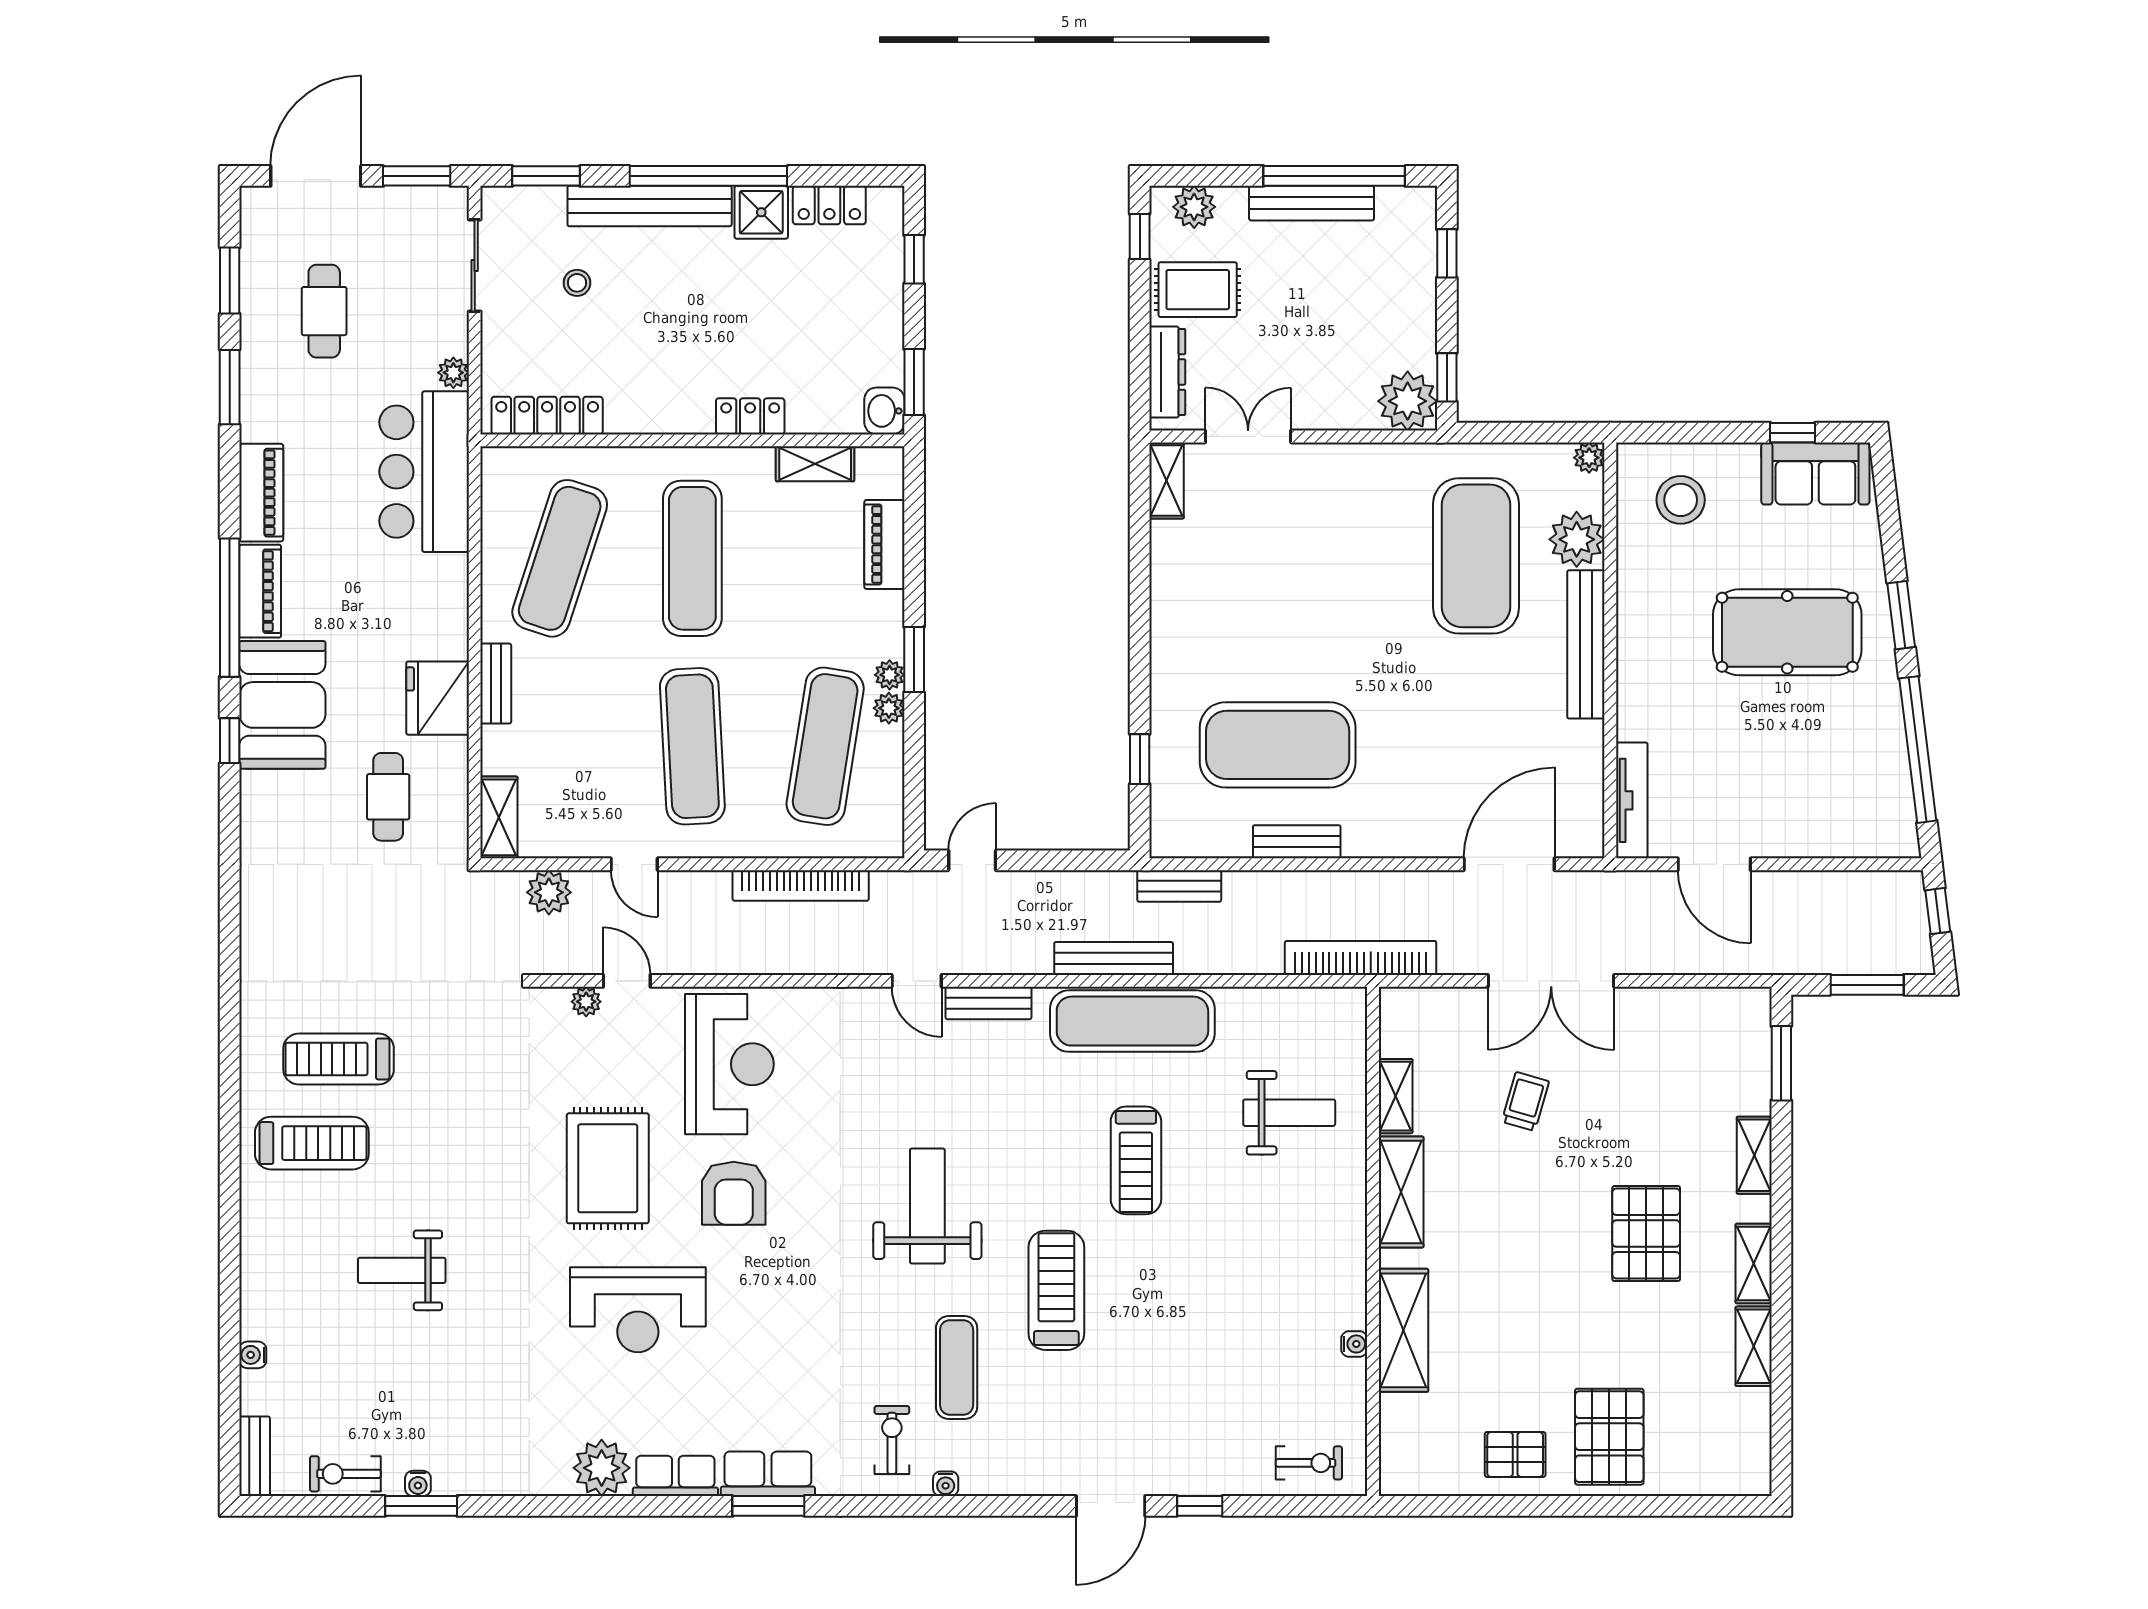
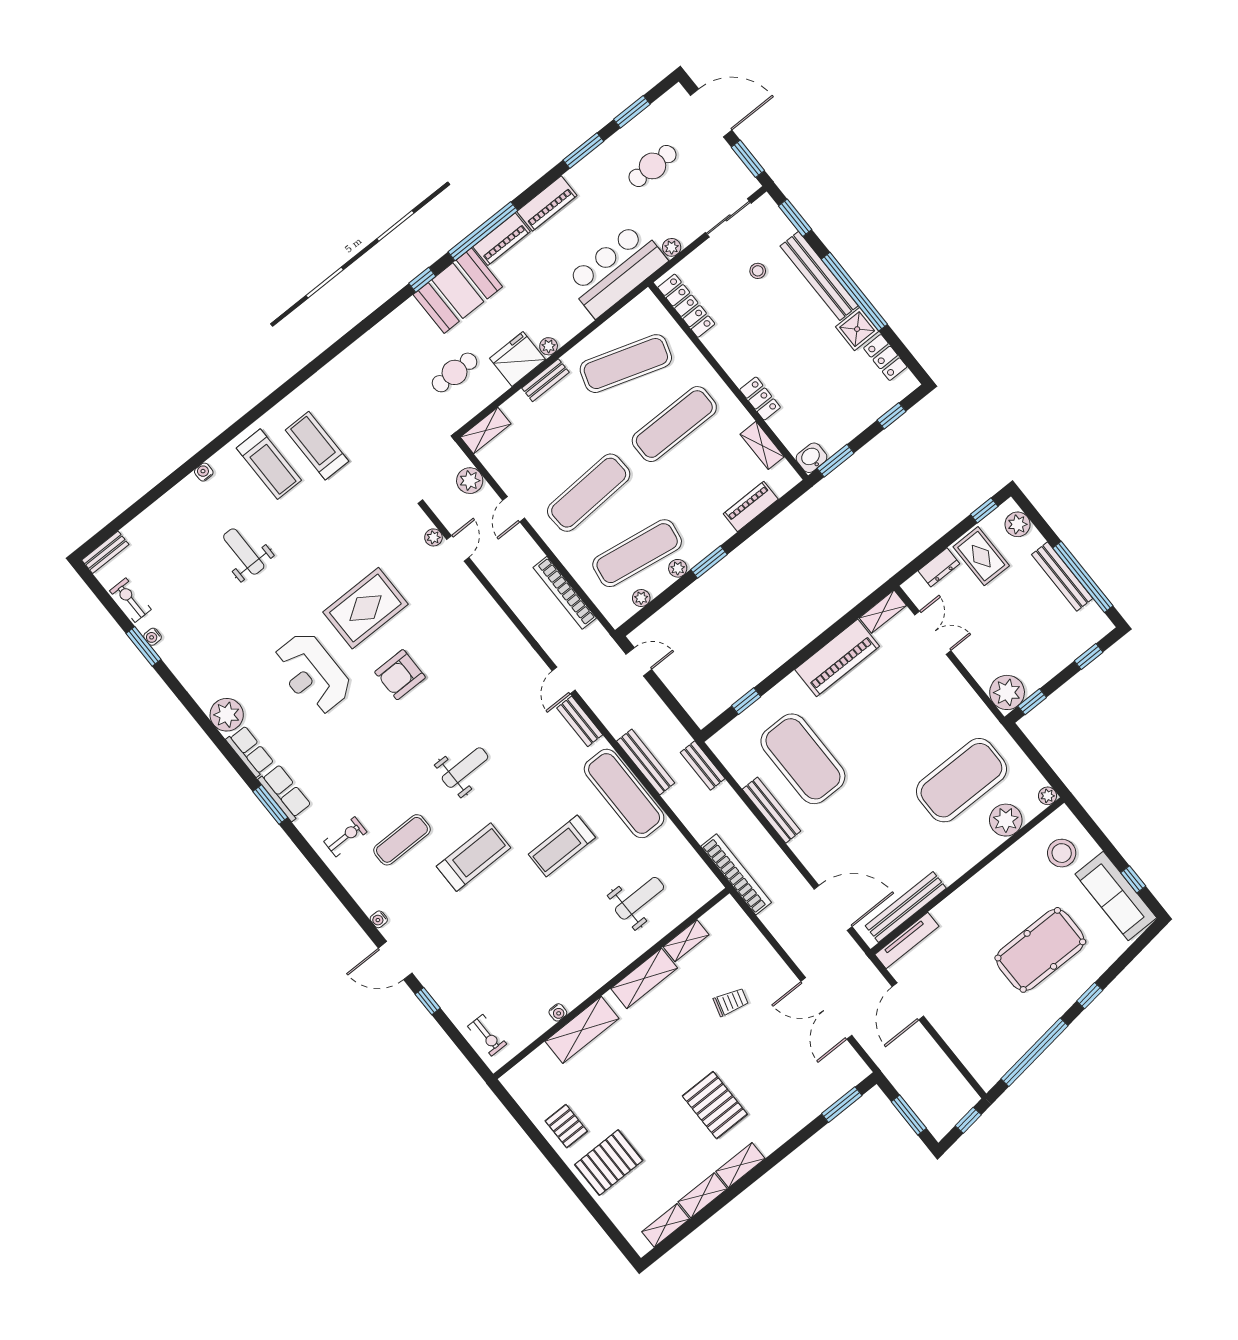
dresser: (1167, 372) -> (939, 567), width x0.70
sofa: (1815, 473) -> (1116, 896), width x1.36
piano: (1179, 591) -> (837, 658), added
window: (1901, 615) -> (1090, 996), width x0.67
pool table: (1787, 632) -> (1040, 950), turned 90
plant: (454, 643) -> (549, 346), added
bench: (1586, 644) -> (906, 907), moved
plant: (890, 675) -> (641, 598), moved
bench: (1297, 842) -> (772, 810), width x1.36
double door: (1551, 981) -> (826, 1008), moved
reception desk: (729, 1064) -> (457, 626), removed
weight bench: (1289, 1113) -> (640, 898), turned -90
shelving: (1754, 1155) -> (666, 1225), moved
weight bench: (927, 1206) -> (465, 768), width x0.73, depth x0.75
pallet: (1646, 1234) -> (715, 1105), turned 90
water cooler: (253, 1355) -> (204, 472), moved
water cooler: (946, 1484) -> (379, 919), moved

